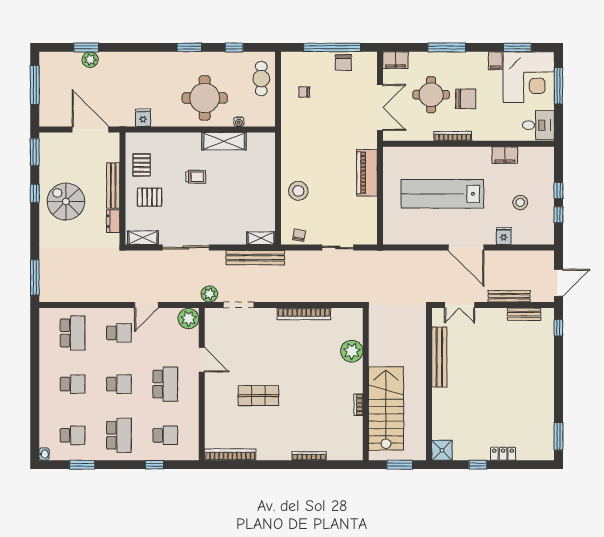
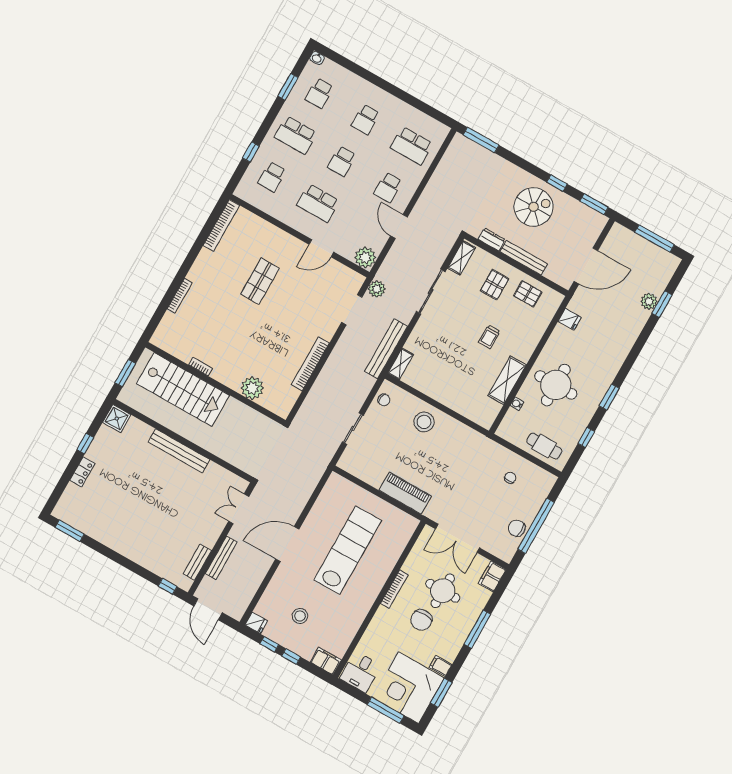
filing cabinet: (505, 155) -> (326, 661), moved, turned 90
fridge: (504, 236) -> (256, 623), moved
bench: (439, 357) -> (179, 451), moved

